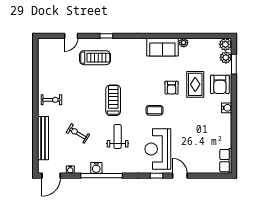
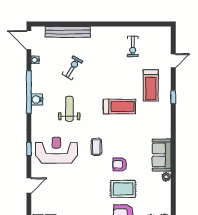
door: (71, 36) -> (173, 61), swing flipped
exercise bike: (51, 100) -> (133, 46), moved
treadmill: (113, 100) -> (119, 107), moved
weight bench: (118, 137) -> (69, 109), turned -90
water cooler: (96, 168) -> (37, 99), moved
door: (180, 176) -> (29, 186), moved

